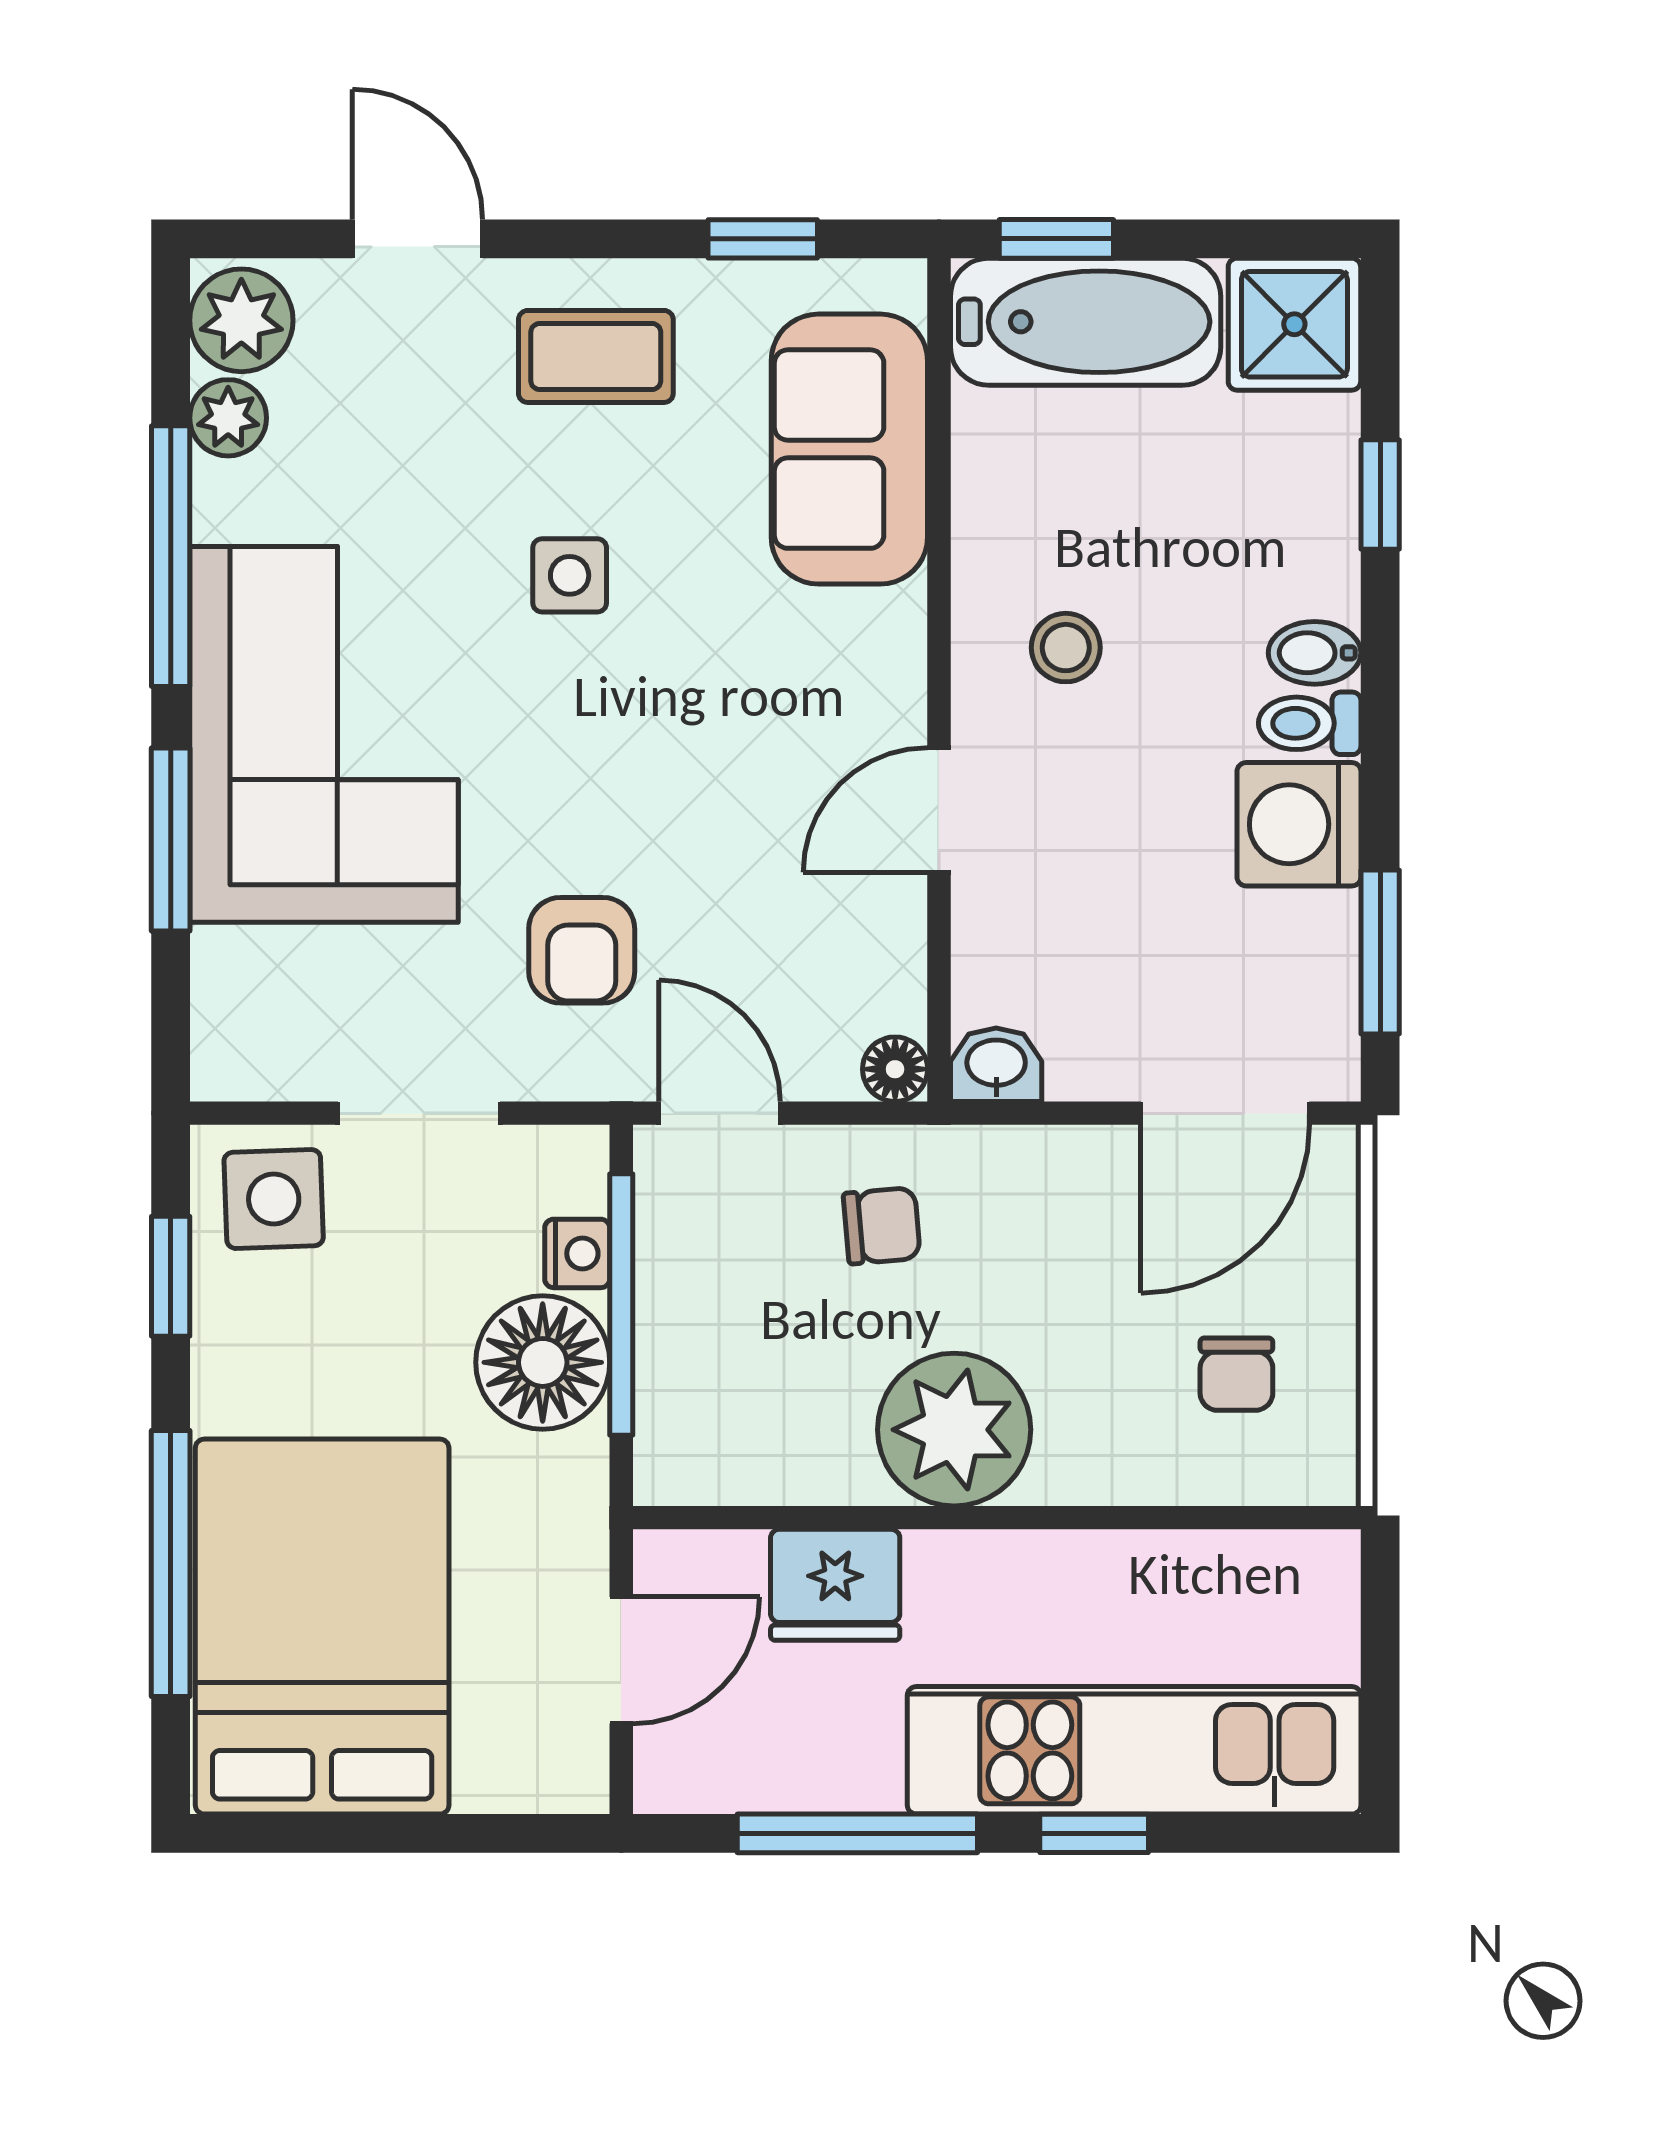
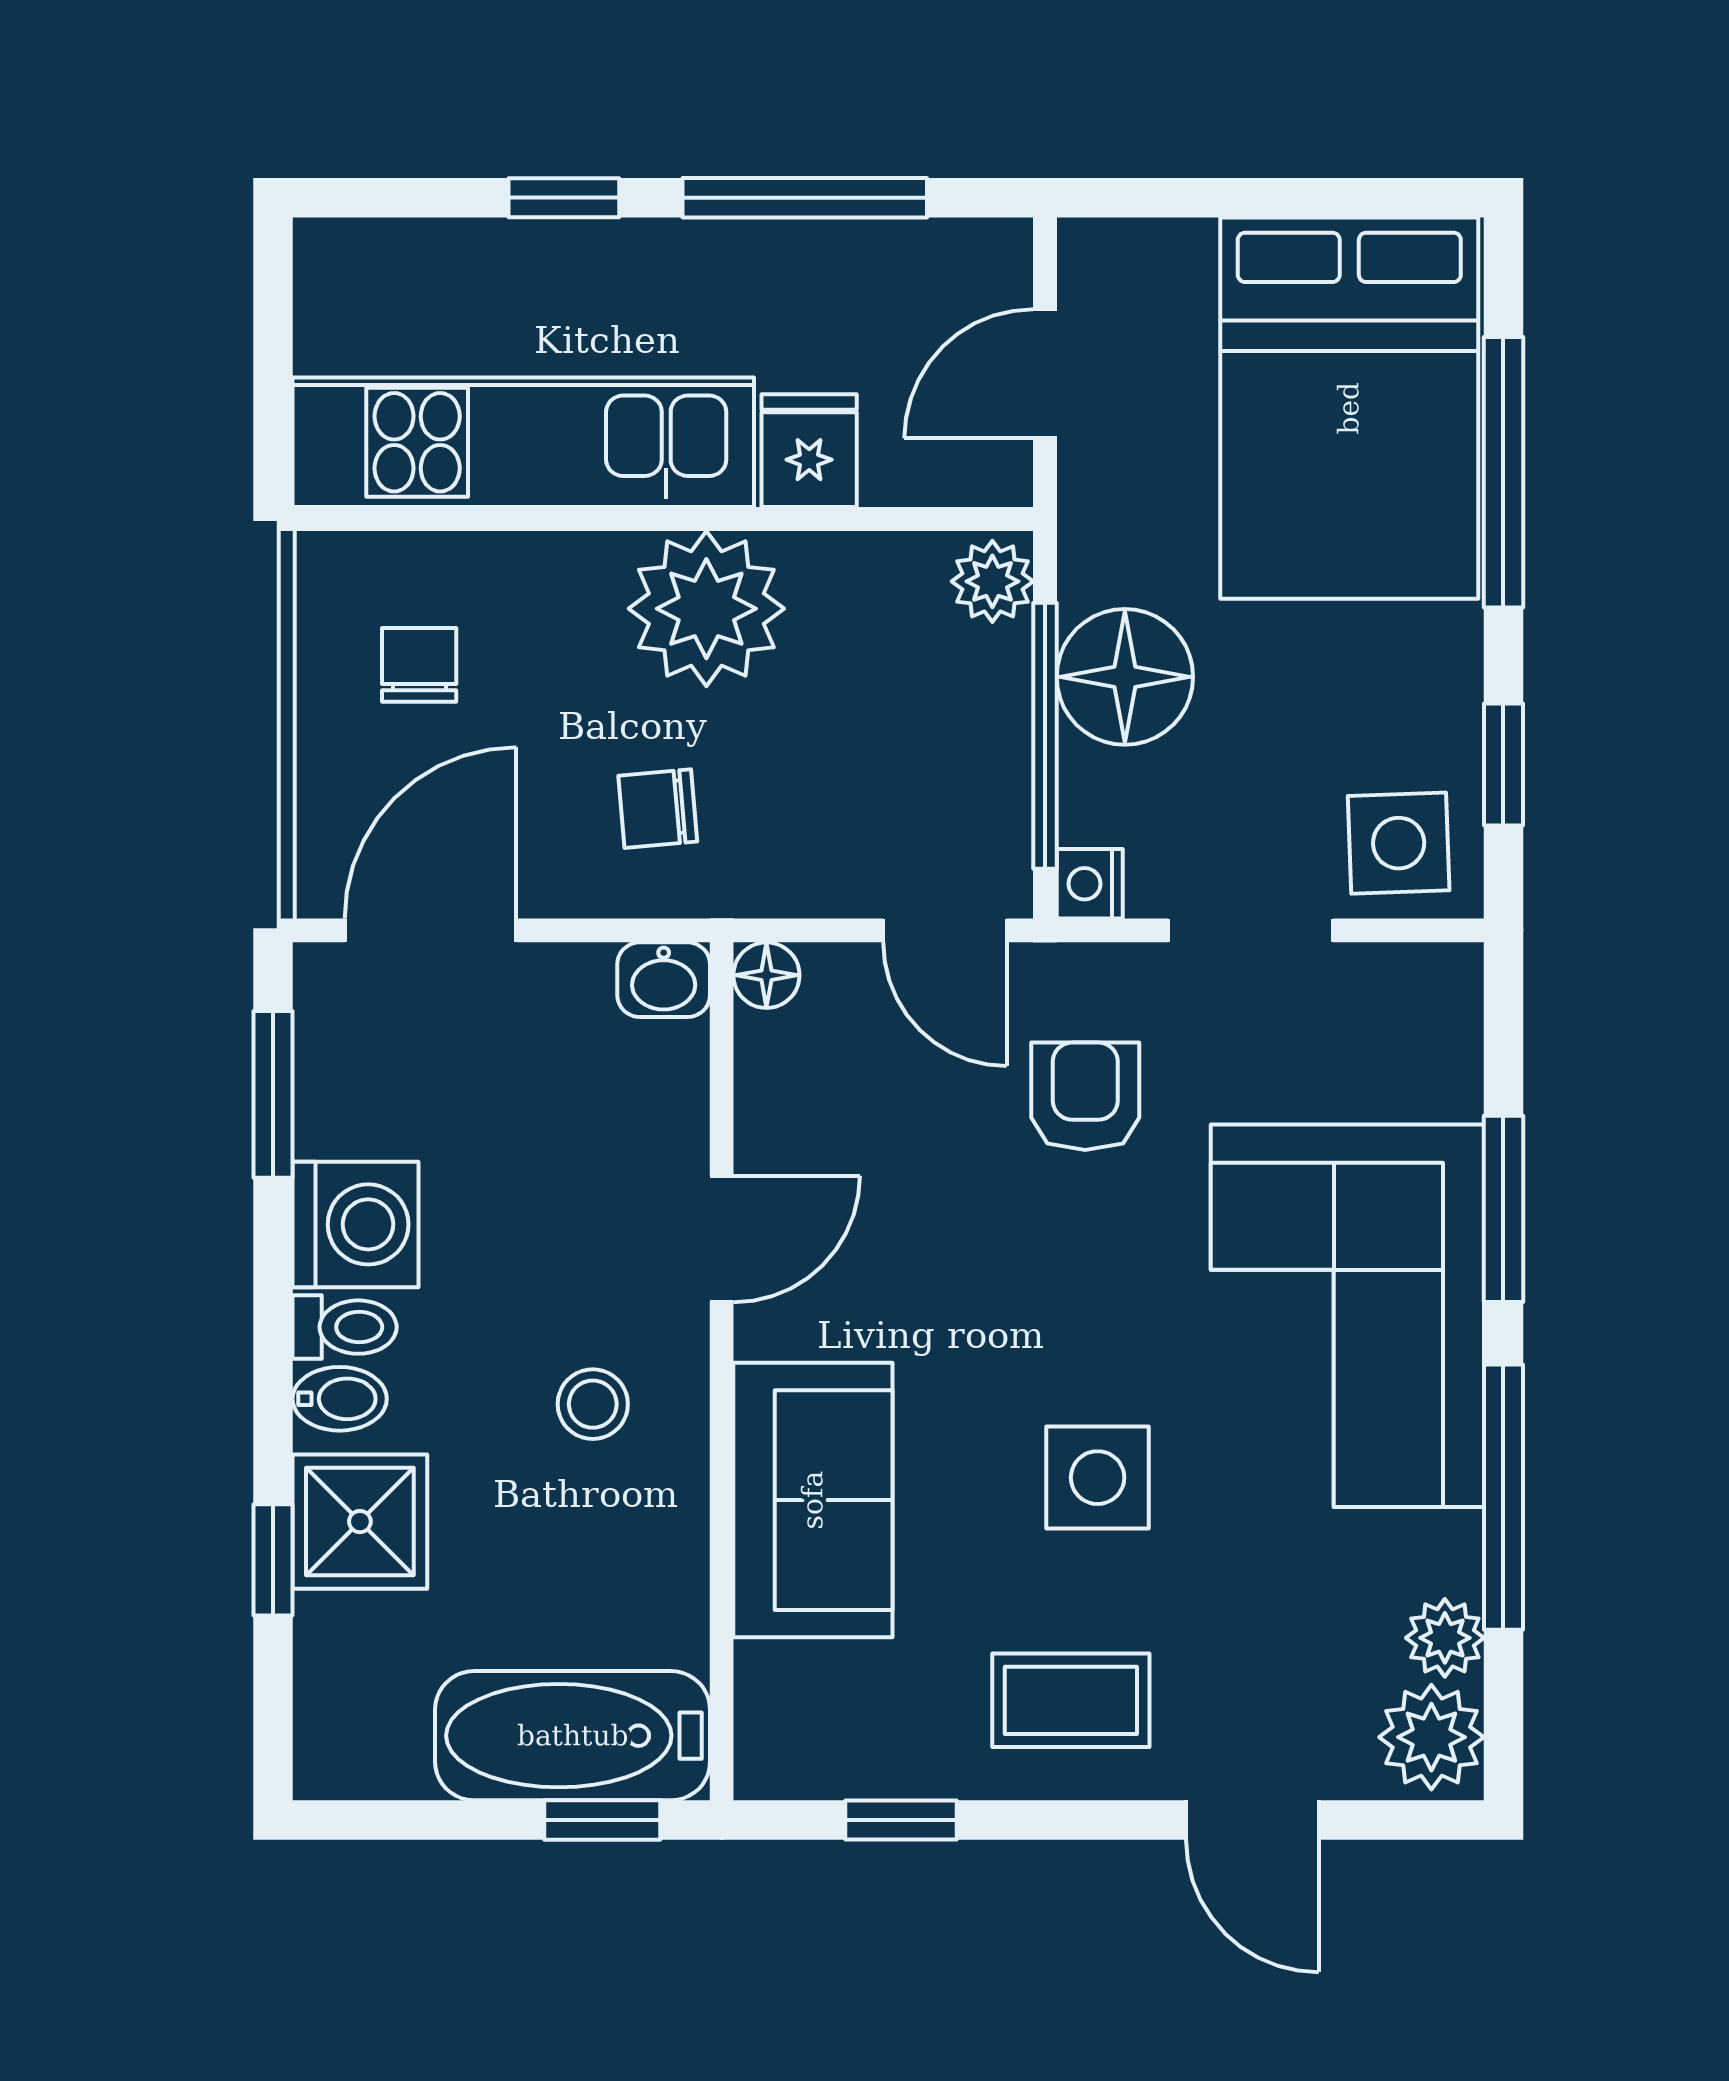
shower: (1294, 324) -> (360, 1522), moved
sofa: (849, 449) -> (813, 1500), moved
side table: (570, 575) -> (1098, 1478), width x1.37, depth x1.37
chair: (882, 1226) -> (658, 809), moved
nightstand: (577, 1253) -> (1090, 884), moved
plant: (673, 1456) -> (992, 581), added
fridge: (835, 1585) -> (809, 451), width x0.72
kitchen unit: (1134, 1750) -> (523, 442), moved, turned 180

